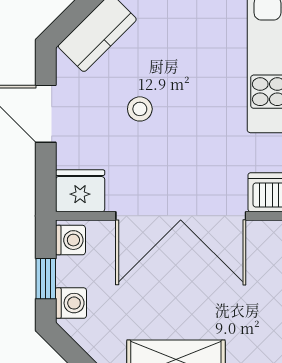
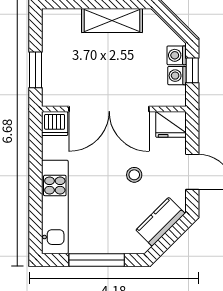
double door: (181, 216) -> (109, 109), swing flipped
washing machine: (70, 240) -> (177, 76), moved

